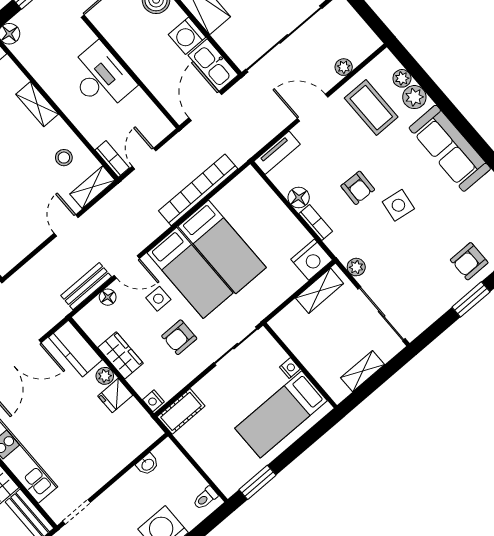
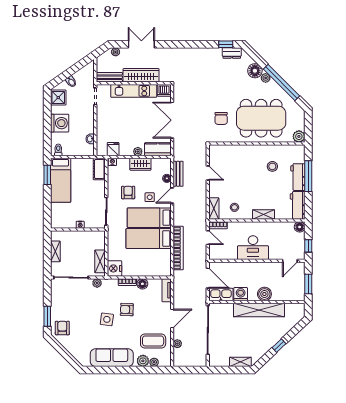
door: (66, 225) -> (208, 173), moved
fridge: (115, 396) -> (113, 149), moved
bed: (281, 414) -> (61, 180), moved, turned 180

